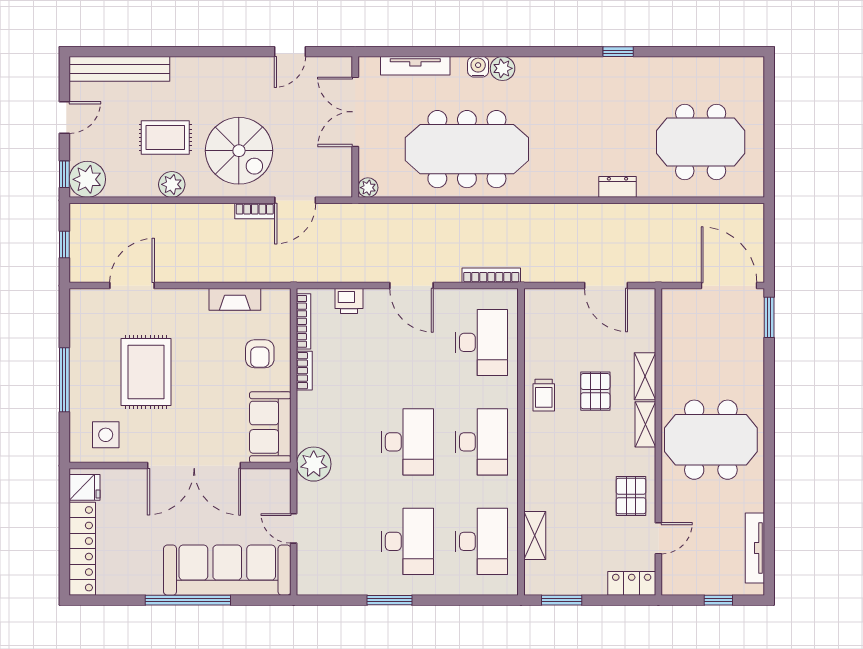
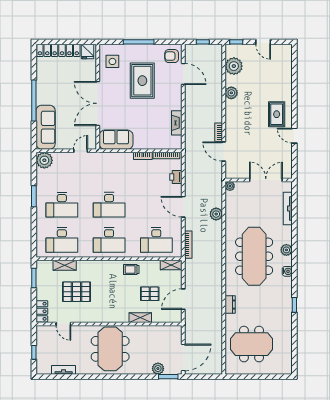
door: (290, 52) -> (294, 136), moved
water cooler: (478, 67) -> (287, 271), moved
bench: (119, 69) -> (286, 68), removed
rug: (165, 138) -> (277, 114), moved
meeting table: (701, 142) -> (251, 344), turned 90
meeting table: (467, 149) -> (254, 256), moved
spiral stairs: (239, 151) -> (247, 125), removed
plant: (87, 179) -> (234, 66), moved
plant: (427, 216) -> (216, 214), added
door: (411, 286) -> (183, 207), hinge flipped
plant: (752, 339) -> (158, 369), added
armchair: (260, 354) -> (172, 56), moved
rug: (146, 372) -> (142, 81), turned 90
pallet: (595, 391) -> (150, 294), moved
shelving: (645, 424) -> (171, 265), moved
plant: (314, 464) -> (44, 160), moved
pallet: (631, 496) -> (77, 292), moved, width x1.50, depth x1.42
door: (294, 528) -> (81, 151), moved
tv unit: (755, 548) -> (64, 370), width x0.71
sofa: (227, 570) -> (46, 127), width x0.74, depth x0.79

